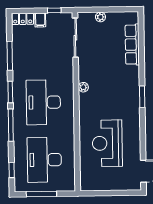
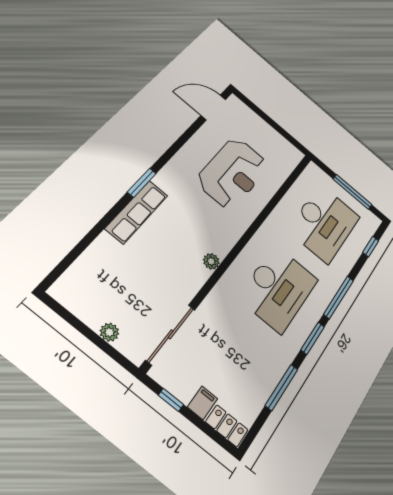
row of seats: (132, 45) -> (137, 212), moved

